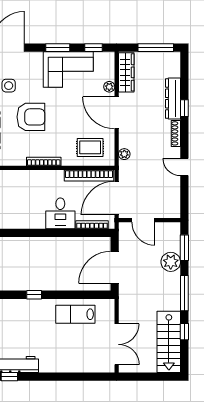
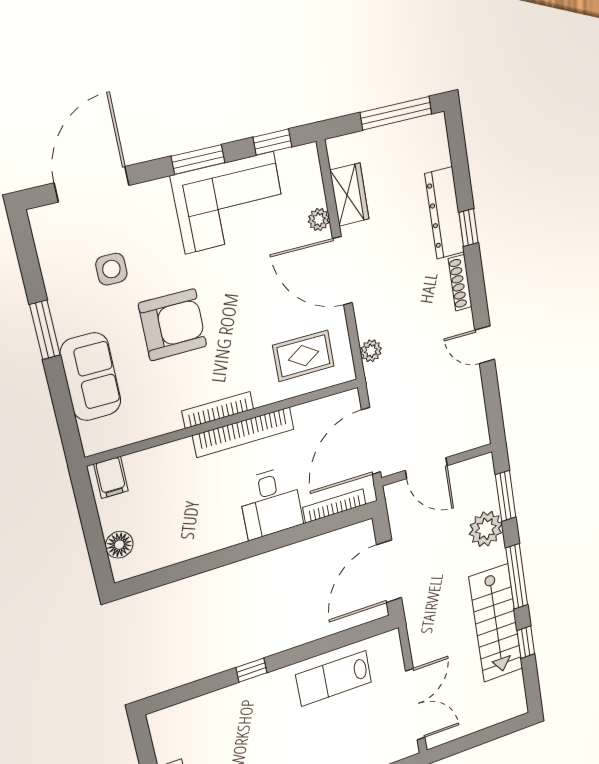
wardrobe: (126, 72) -> (349, 195), width x0.67
bookcase: (89, 175) -> (243, 432), moved
stairs: (169, 342) -> (496, 623), moved

